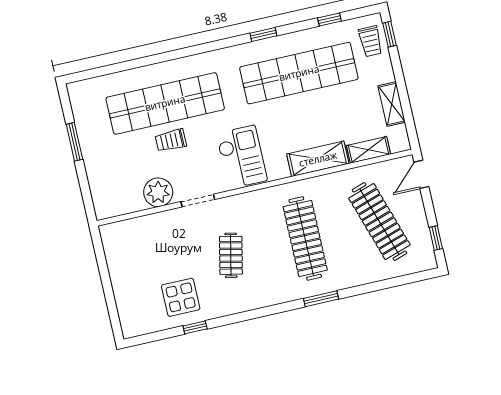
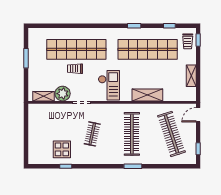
shelving: (369, 150) -> (44, 96), moved

